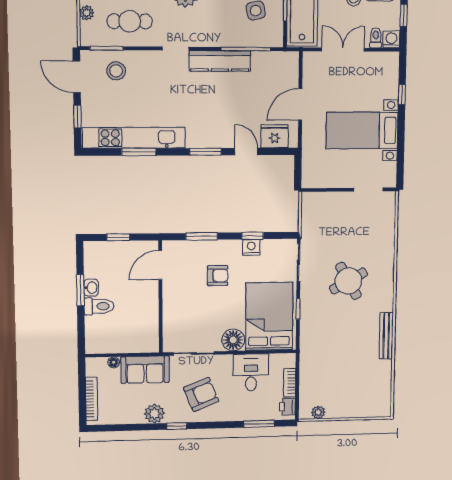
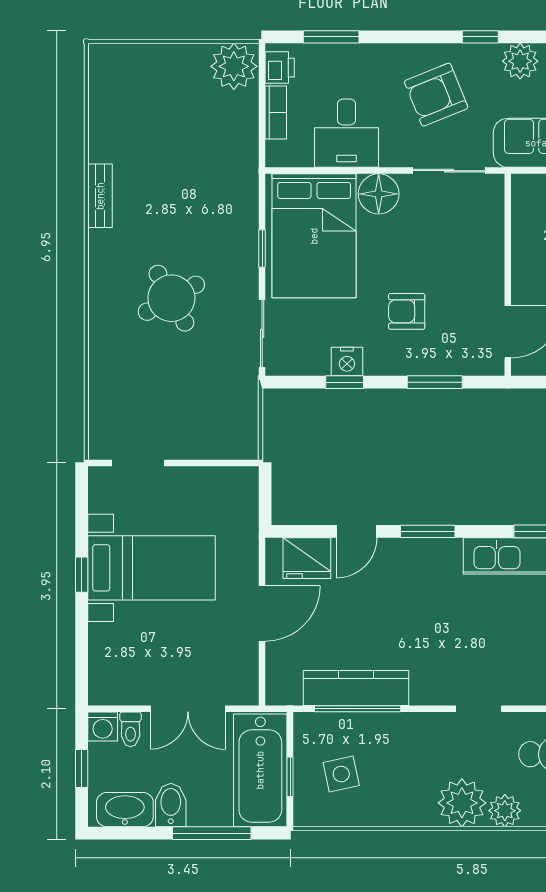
kitchen counter: (220, 61) -> (356, 688), moved
window: (402, 95) -> (82, 575), moved
door: (246, 152) -> (357, 531), hinge flipped
bench: (386, 336) -> (100, 196), width x0.73
plant: (318, 412) -> (234, 66), width x1.87, depth x1.87

